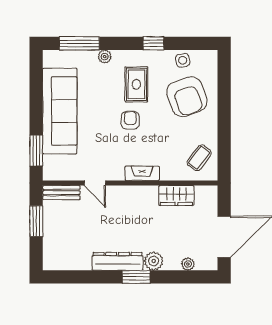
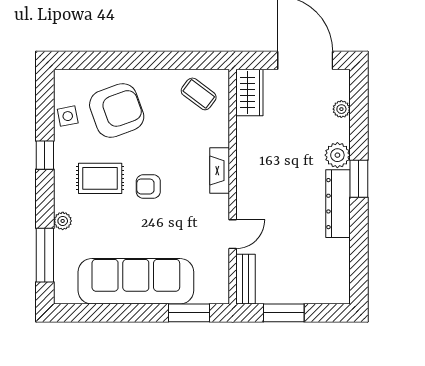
wardrobe: (176, 196) -> (249, 93), moved

